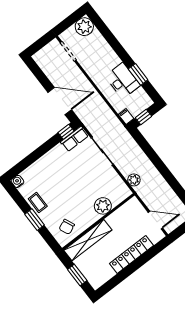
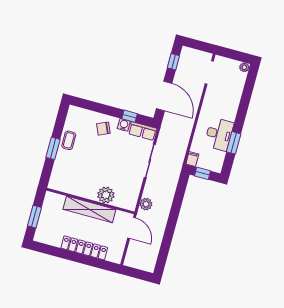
plant: (84, 27) -> (244, 67), width x0.53, depth x0.53
window: (38, 73) -> (173, 62), added
window: (66, 132) -> (130, 116), moved
water cooler: (18, 181) -> (124, 125), moved
door: (155, 220) -> (132, 228), moved
chair: (67, 227) -> (103, 129), moved
shelving: (88, 240) -> (89, 209), moved

